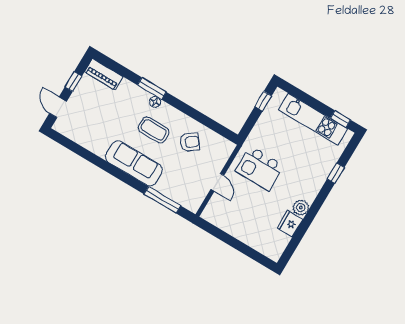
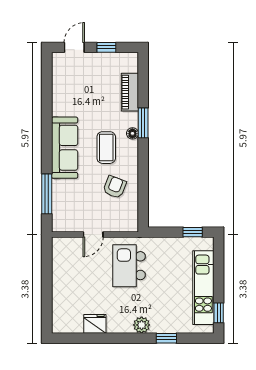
piano: (104, 74) -> (130, 92), moved
armchair: (190, 142) -> (115, 187), turned -121
plant: (301, 208) -> (142, 325), moved

